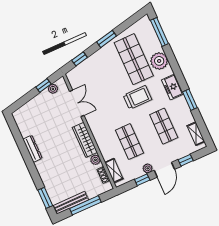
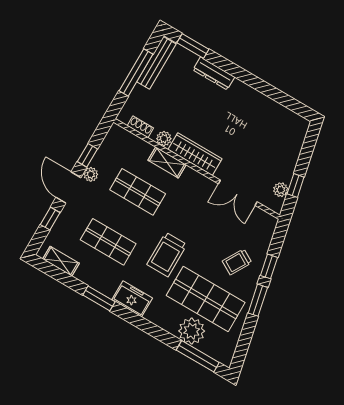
window: (80, 59) -> (269, 266), moved
plant: (159, 61) -> (192, 331), moved
trolley: (103, 67) -> (237, 262), added
dresser: (33, 149) -> (214, 73), moved
shelving: (114, 171) -> (167, 163), moved

